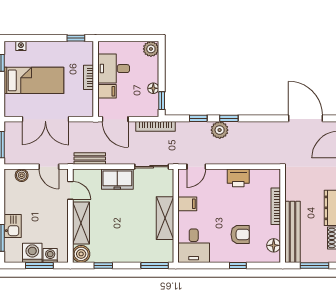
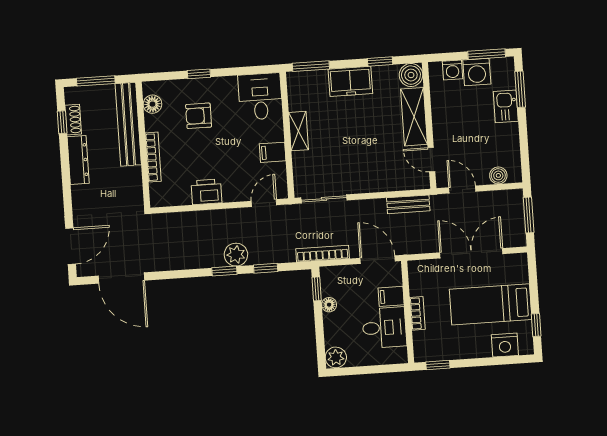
nightstand: (21, 46) -> (505, 345), width x1.89, depth x1.79
freezer: (117, 179) -> (350, 81), moved, turned 180
shelving: (165, 218) -> (299, 131), width x0.67, depth x0.75
window: (39, 265) -> (487, 54), moved

